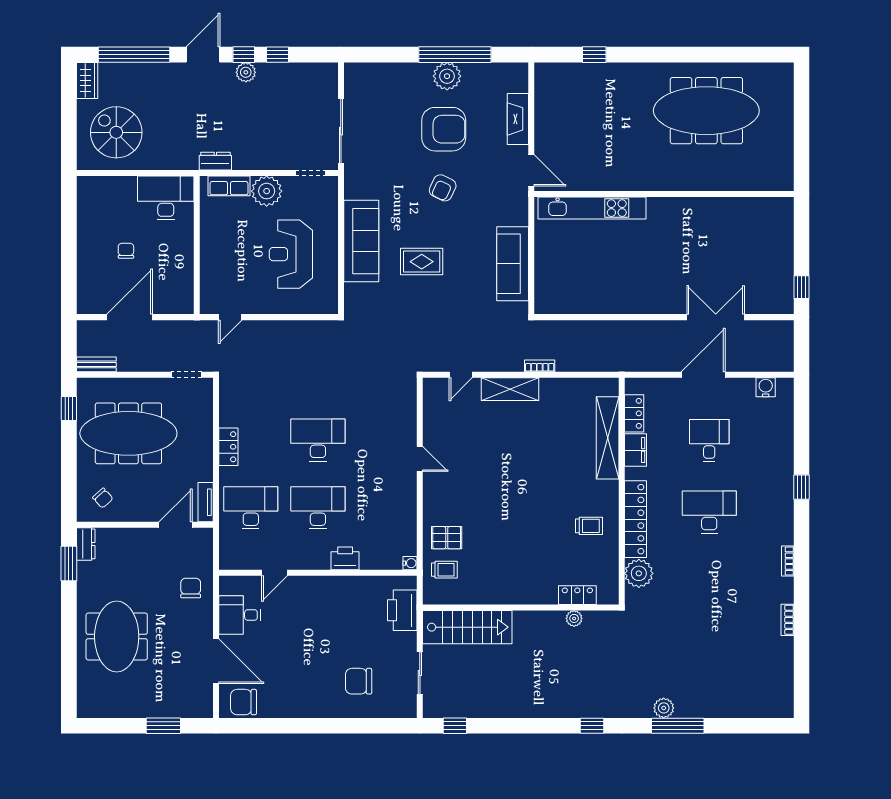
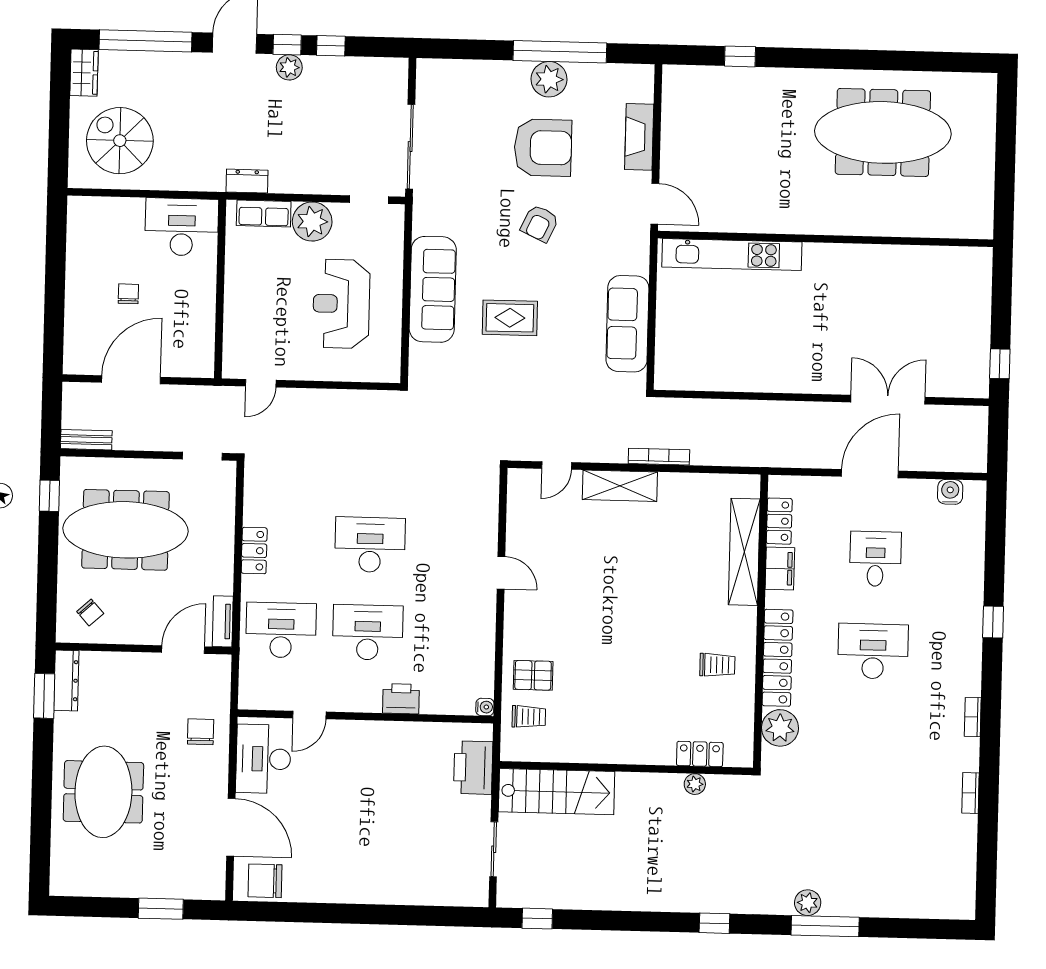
bookcase: (540, 366) -> (659, 457), width x1.56
dresser: (86, 544) -> (66, 680), width x1.44
desk: (240, 615) -> (263, 759), width x1.37
chair: (359, 681) -> (414, 858), removed

